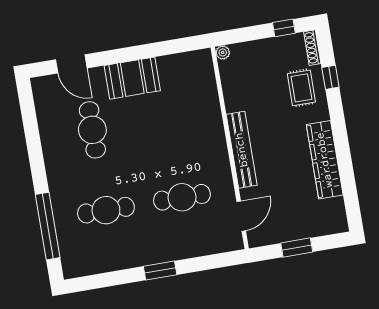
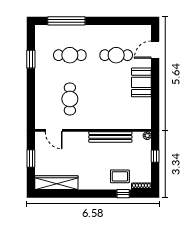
window: (284, 28) -> (155, 156), moved
bench: (242, 150) -> (110, 137), moved
wardrobe: (325, 160) -> (56, 183), moved
cafe table: (106, 210) -> (70, 55), turned 90
window: (160, 271) -> (31, 59), moved

